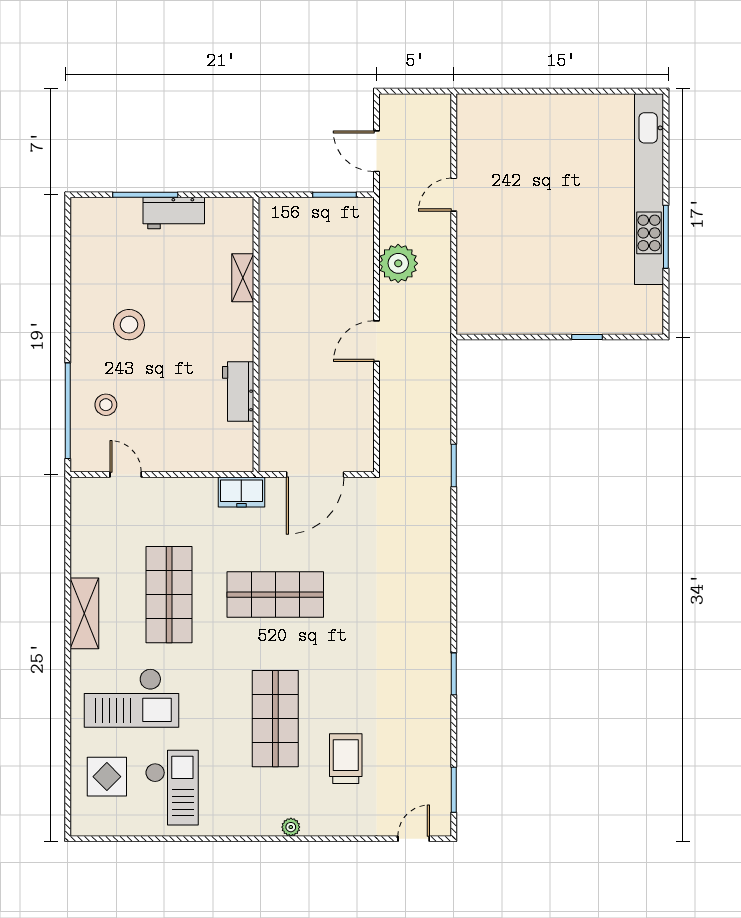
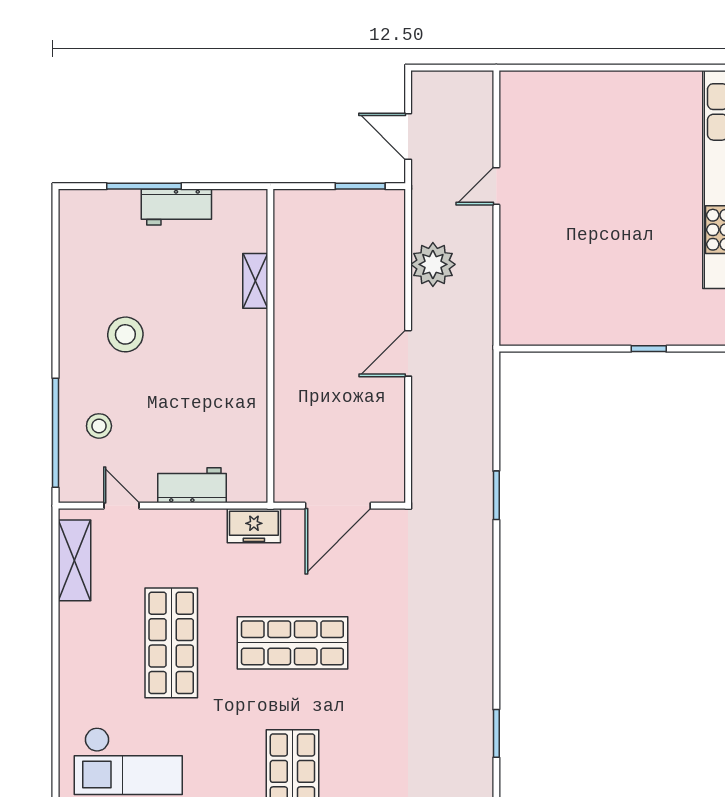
workbench: (238, 391) -> (192, 485), moved, turned 90
shelving: (84, 613) -> (74, 560), moved

